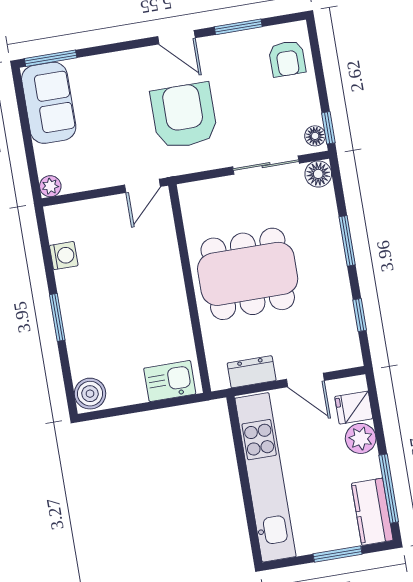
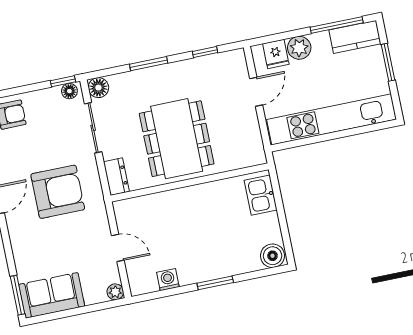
armchair: (184, 116) -> (58, 192), turned 180
door: (142, 186) -> (118, 248), moved
dresser: (252, 372) -> (116, 177), moved, turned 180

